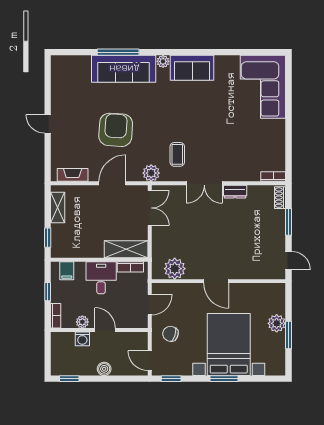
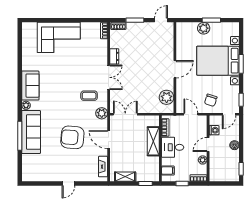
corner sofa: (263, 87) -> (59, 37), moved
shelving: (126, 249) -> (153, 141), moved
washing machine: (82, 339) -> (214, 130), moved

